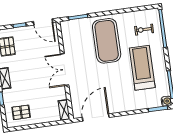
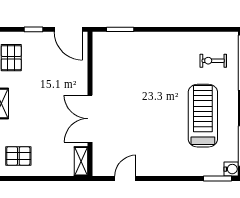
exercise mat: (107, 41) -> (157, 70), removed
double door: (65, 70) -> (90, 119), moved
door: (96, 117) -> (125, 178), width x0.53

